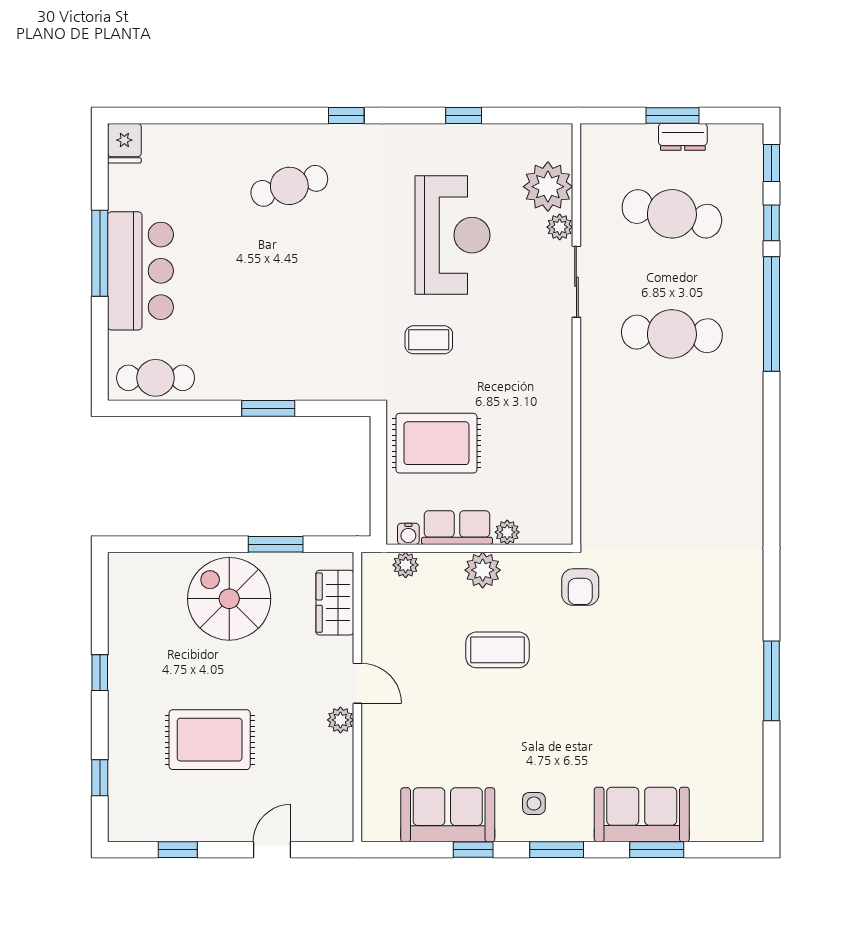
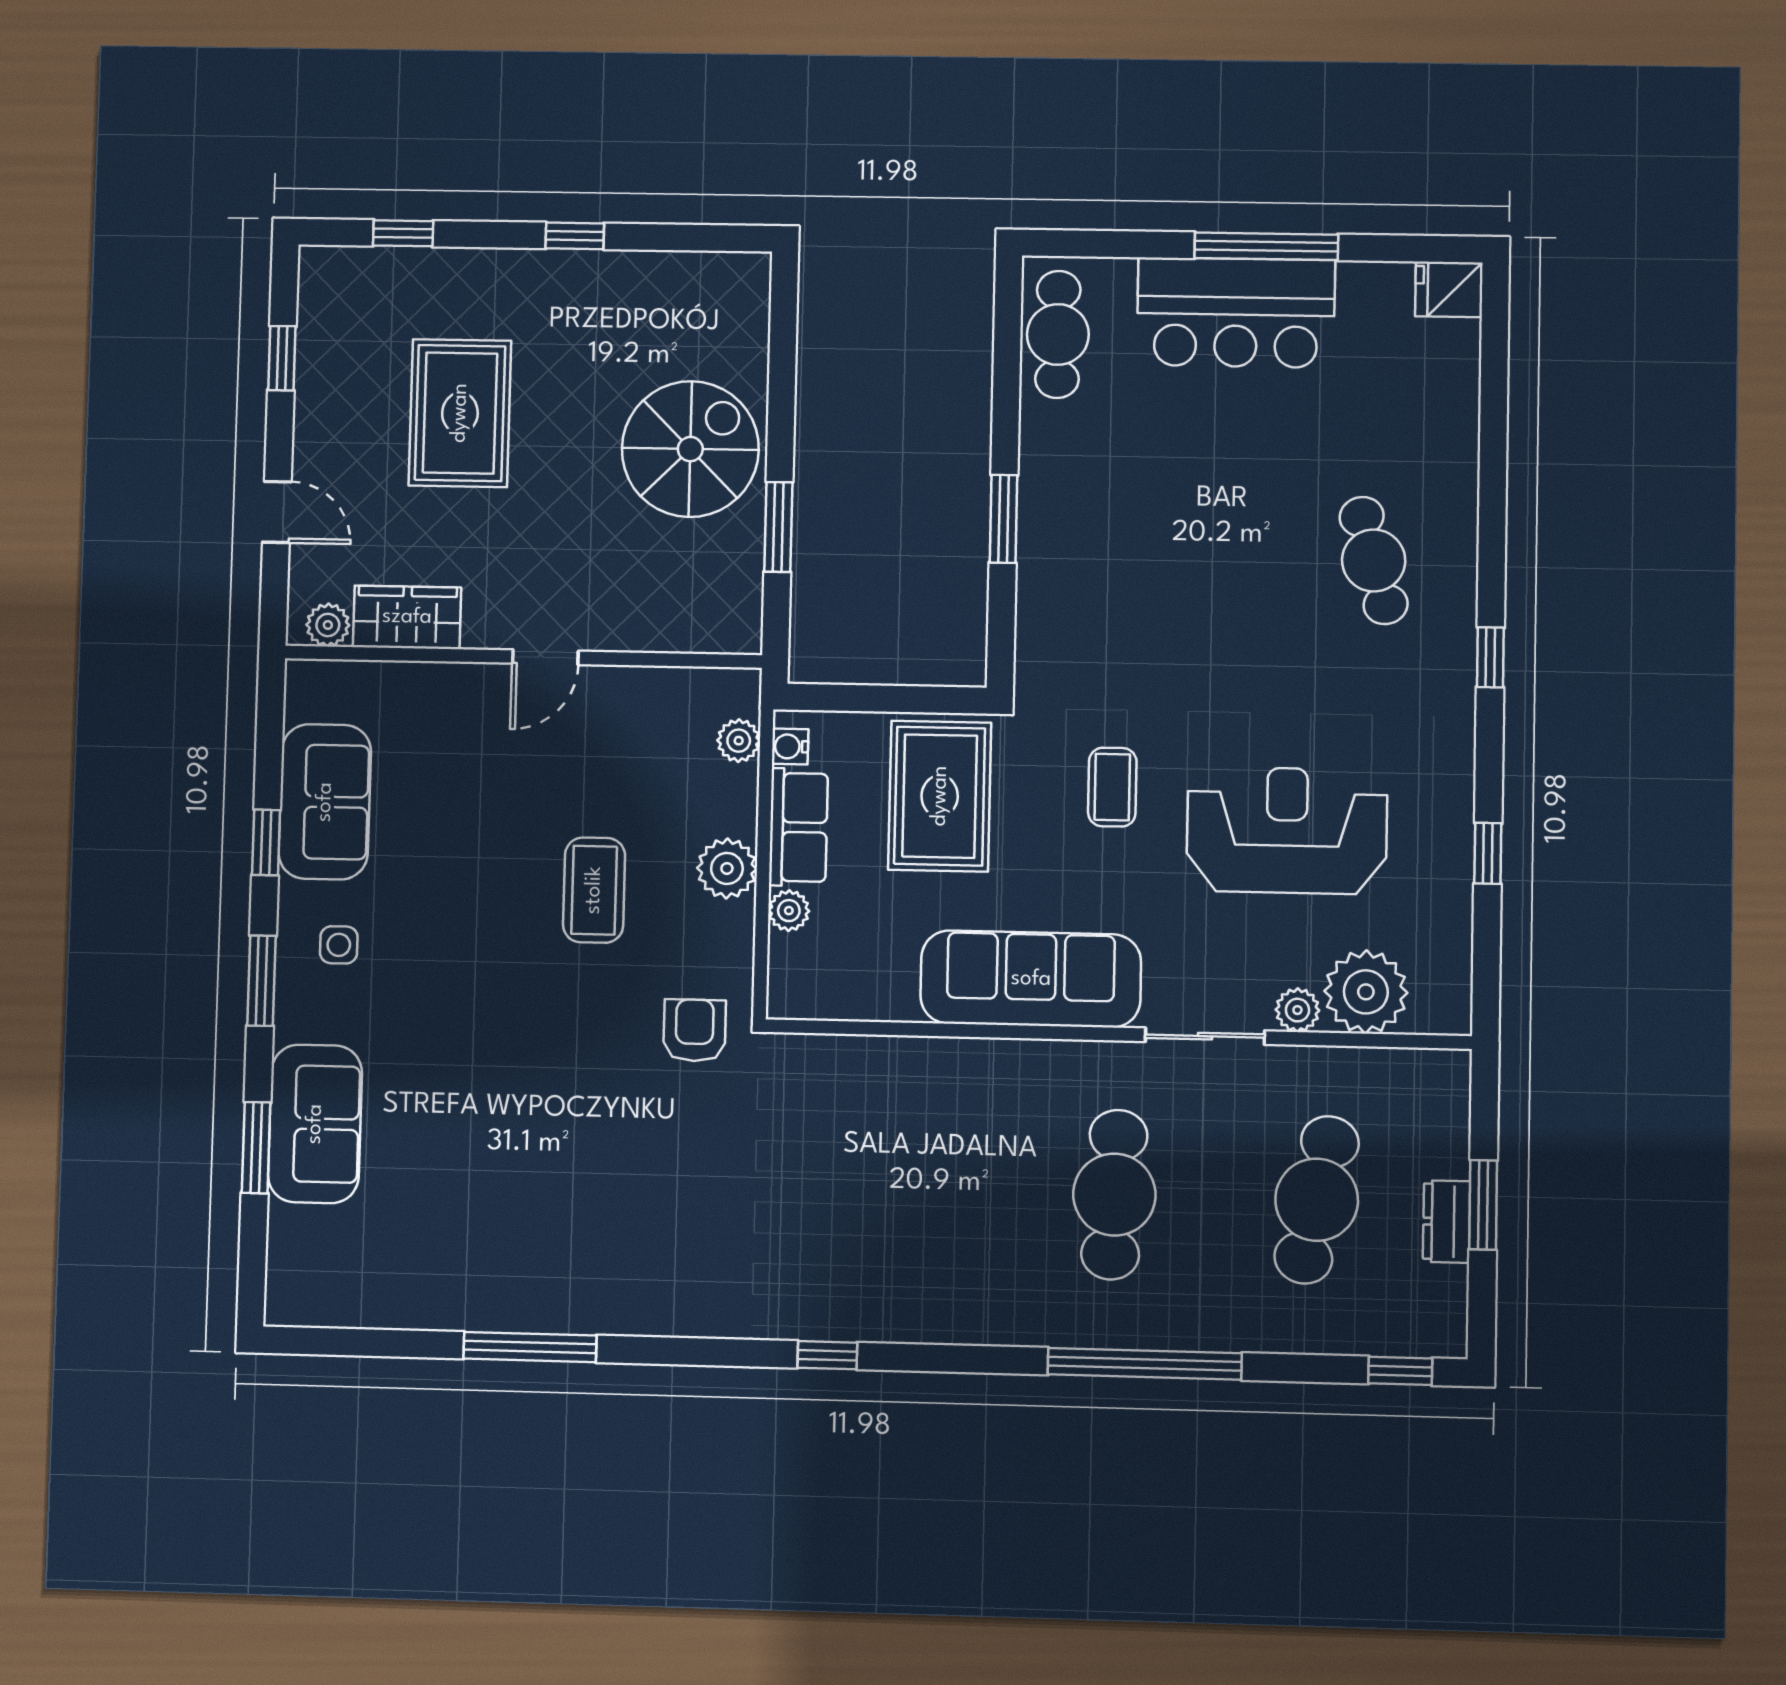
window: (771, 223) -> (827, 1355), moved
reception desk: (453, 235) -> (1287, 830), turned 180
sofa: (545, 386) -> (1031, 979), added
armchair: (580, 587) -> (695, 1030), turned 90
wardrobe: (335, 603) -> (407, 617), moved
plant: (340, 720) -> (328, 625), moved

